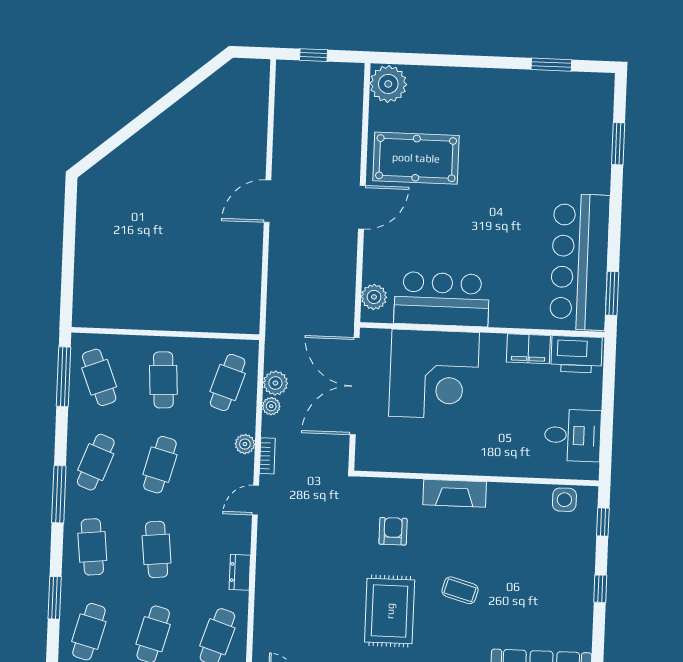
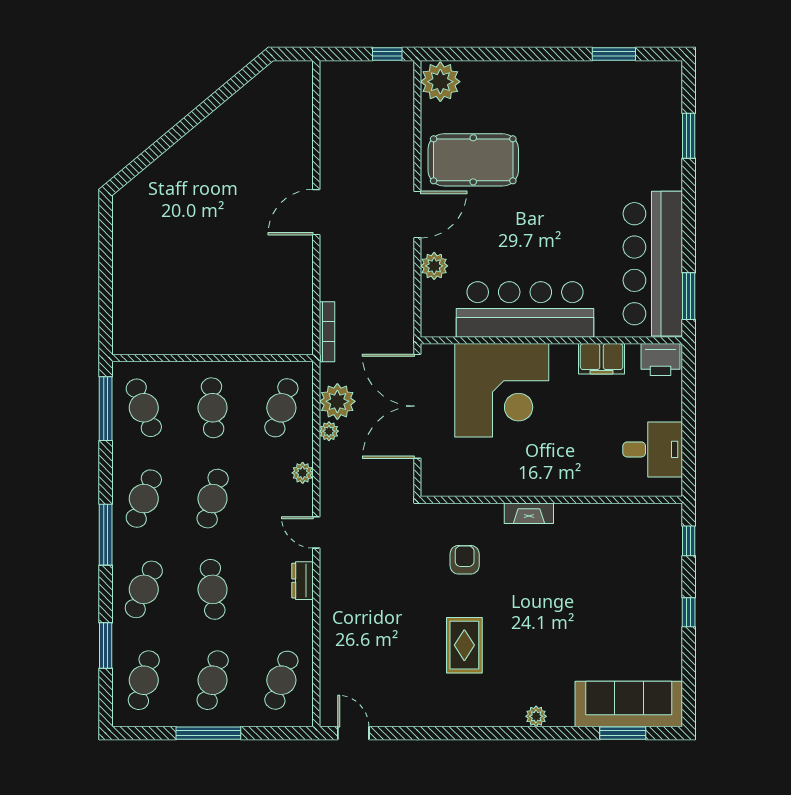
window: (314, 55) -> (387, 54), moved
plant: (374, 297) -> (434, 266), moved
bar counter: (442, 299) -> (525, 309), width x1.36
printer: (577, 354) -> (660, 360), width x0.73, depth x0.84
plant: (275, 383) -> (337, 401), width x1.36, depth x1.36
bookcase: (267, 456) -> (327, 332), moved, width x1.56
fireplace: (455, 493) -> (529, 513), width x0.73, depth x0.76
door: (256, 500) -> (316, 532), hinge flipped
side table: (564, 500) -> (647, 519), removed
cafe table: (92, 547) -> (144, 589), turned 30
dresser: (240, 572) -> (303, 581), moved
coffee table: (460, 590) -> (539, 620), removed
rug: (390, 611) -> (464, 645), width x0.73, depth x0.70

